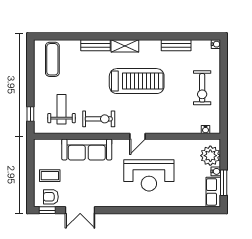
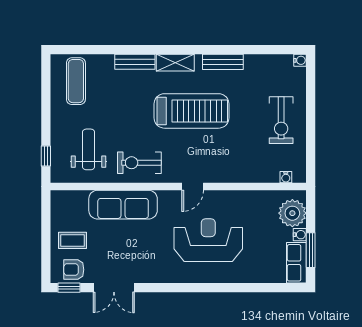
bench: (176, 45) -> (223, 62), moved
exercise bike: (99, 119) -> (139, 163), turned 180
reception desk: (149, 175) -> (208, 240), turned 180

